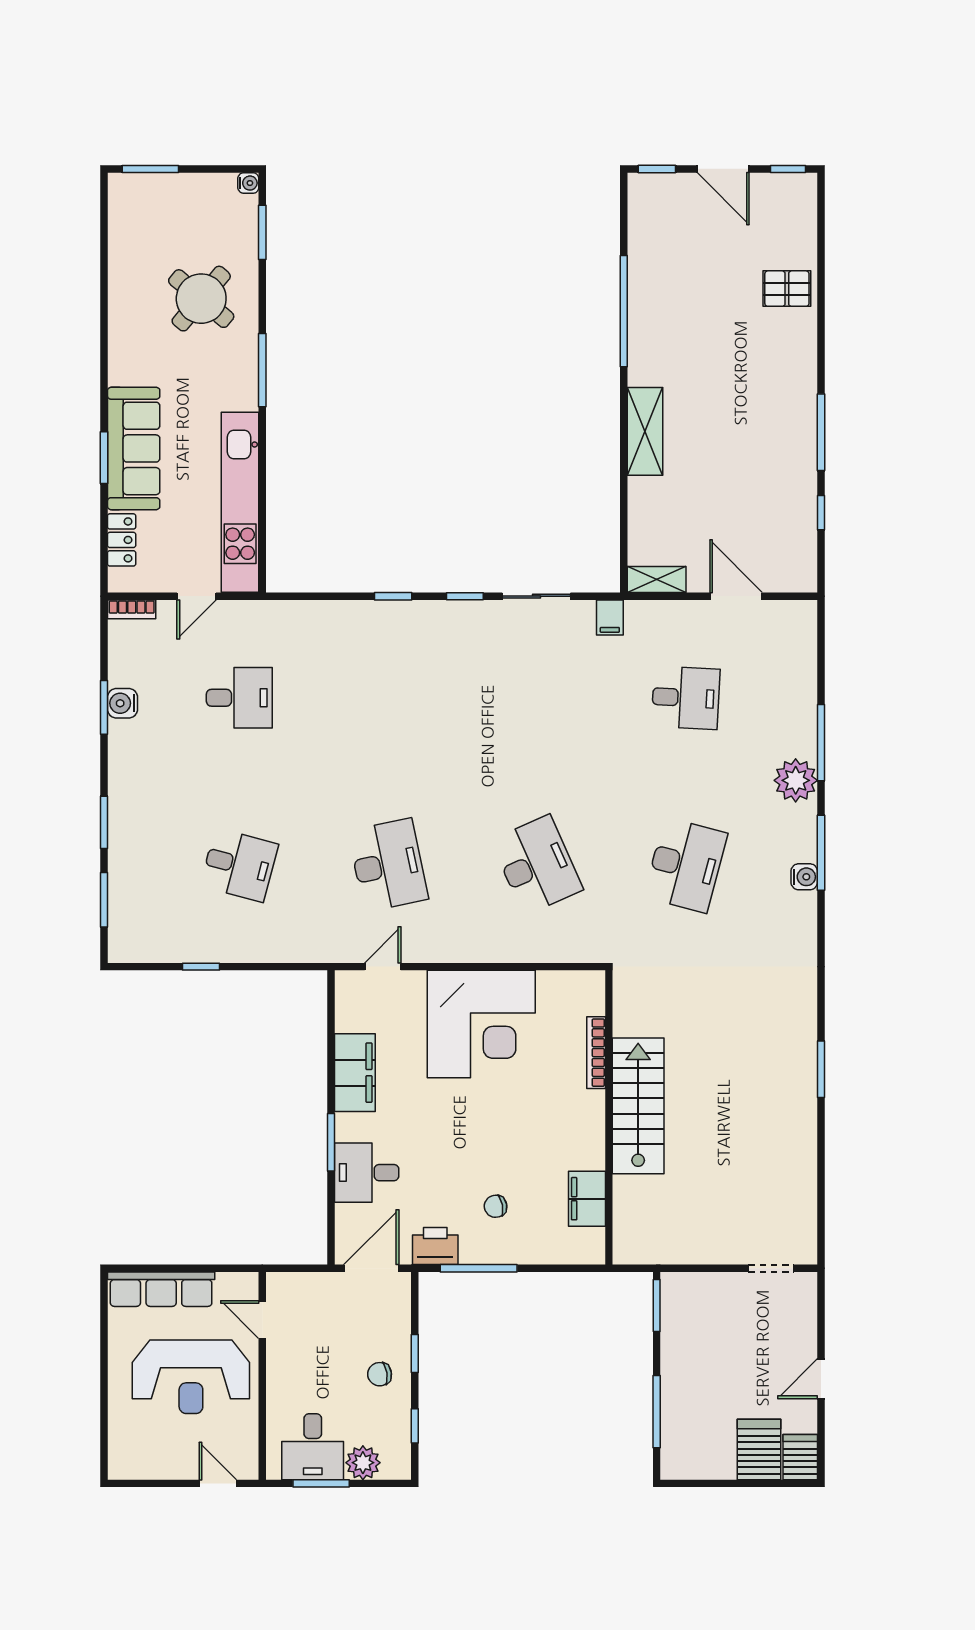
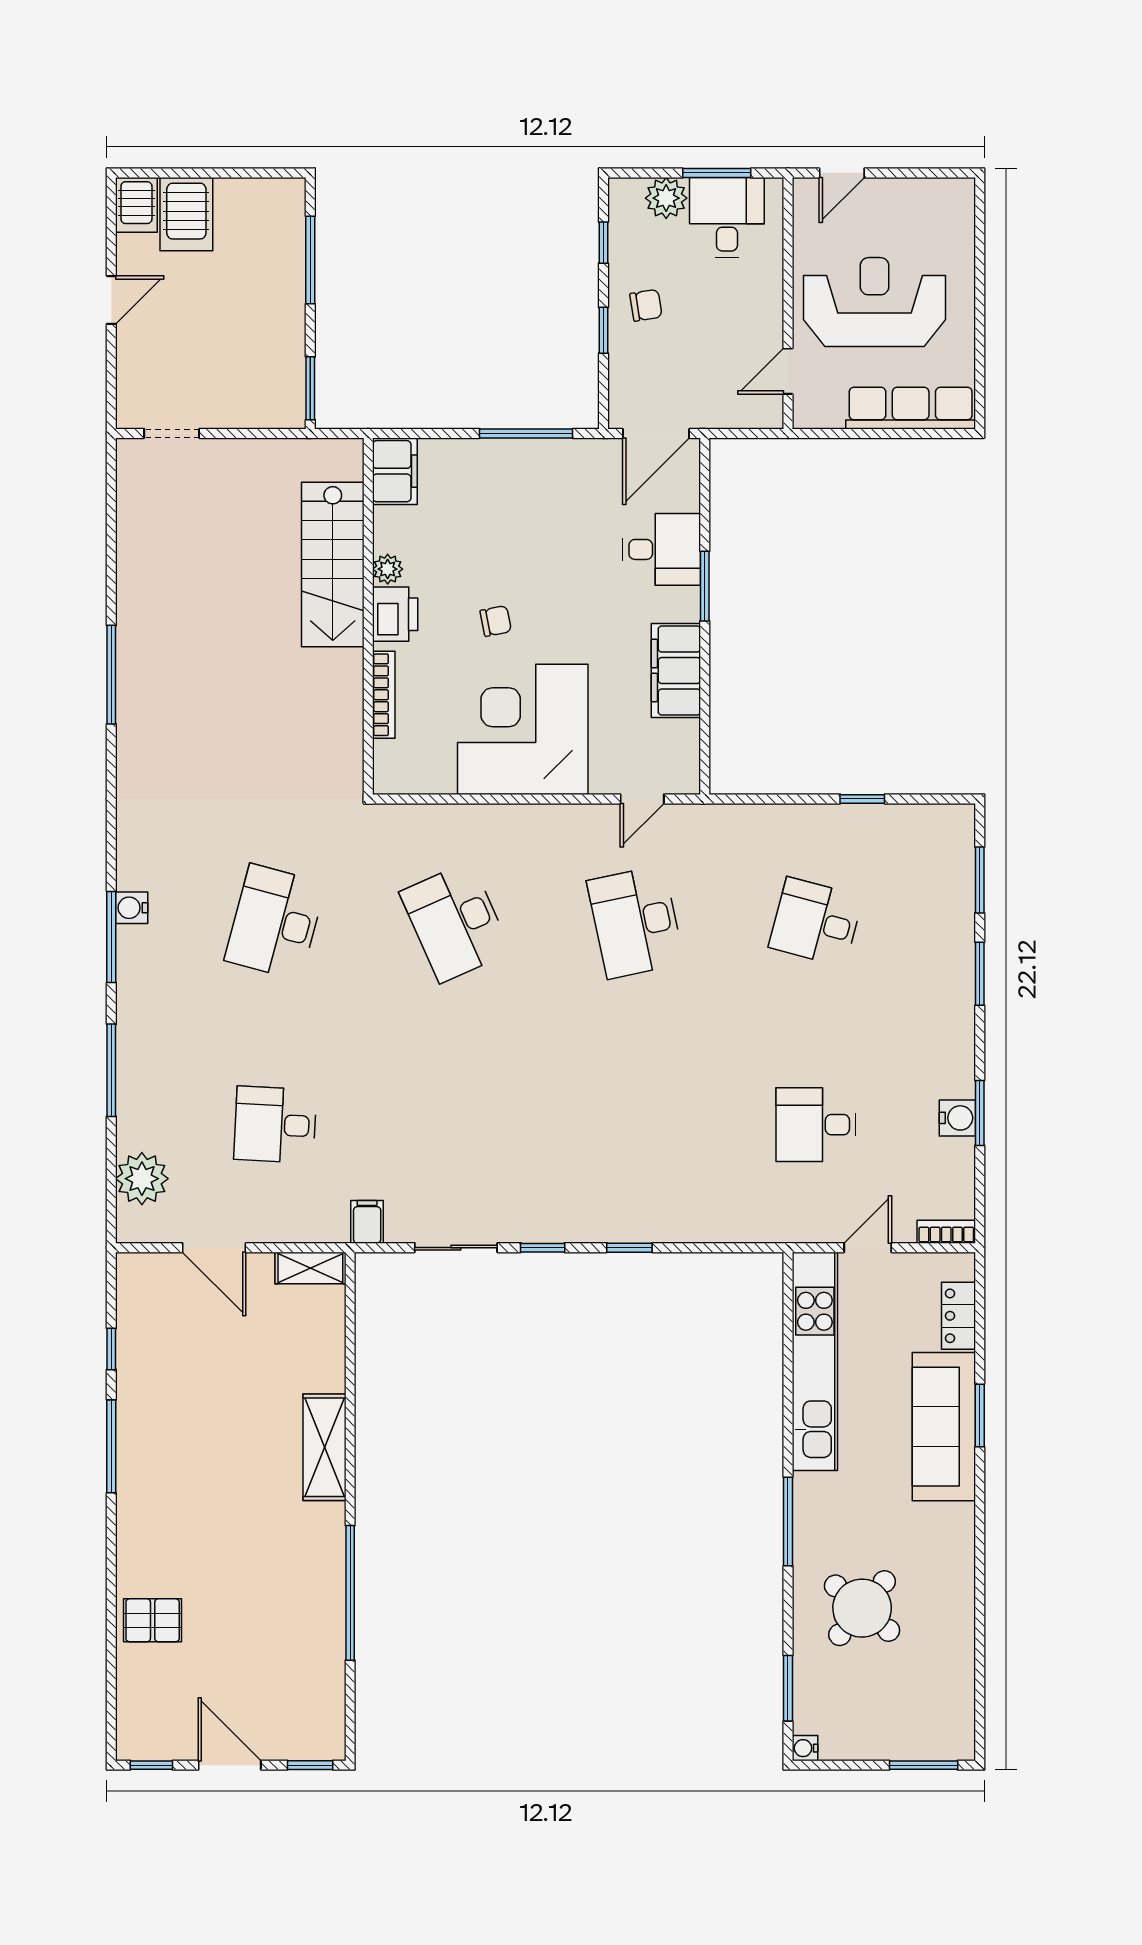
plant: (796, 780) -> (142, 1179), moved
window: (821, 1069) -> (111, 675), width x1.44
stairs: (638, 1106) -> (333, 565), moved
plant: (593, 1156) -> (388, 569), added
filing cabinet: (587, 1199) -> (395, 471), moved
chair: (496, 1206) -> (496, 621), moved
printer: (435, 1246) -> (395, 614), moved, turned -90
door: (262, 1320) -> (788, 371), swing flipped
door: (218, 1483) -> (842, 173), hinge flipped

